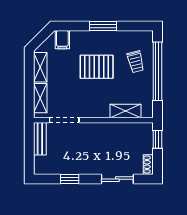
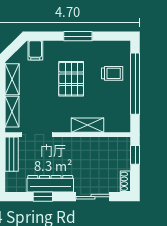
trolley: (136, 62) -> (112, 73), turned -76
pallet: (97, 67) -> (71, 79), turned 90
shelving: (126, 111) -> (88, 125), moved
dresser: (77, 167) -> (50, 184), added

